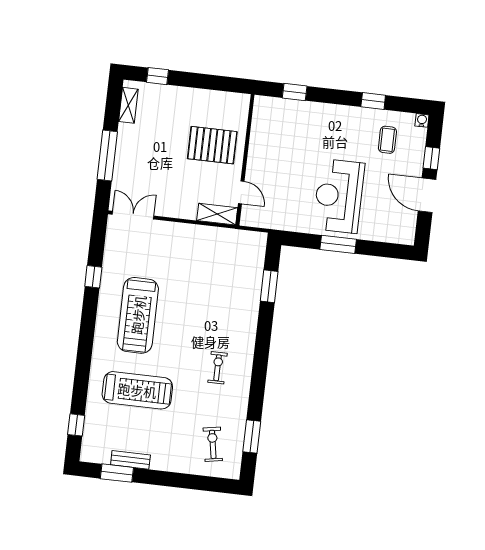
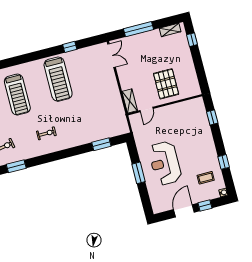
reception desk: (339, 196) -> (165, 163), turned -90
treadmill: (138, 315) -> (58, 79), turned -90

